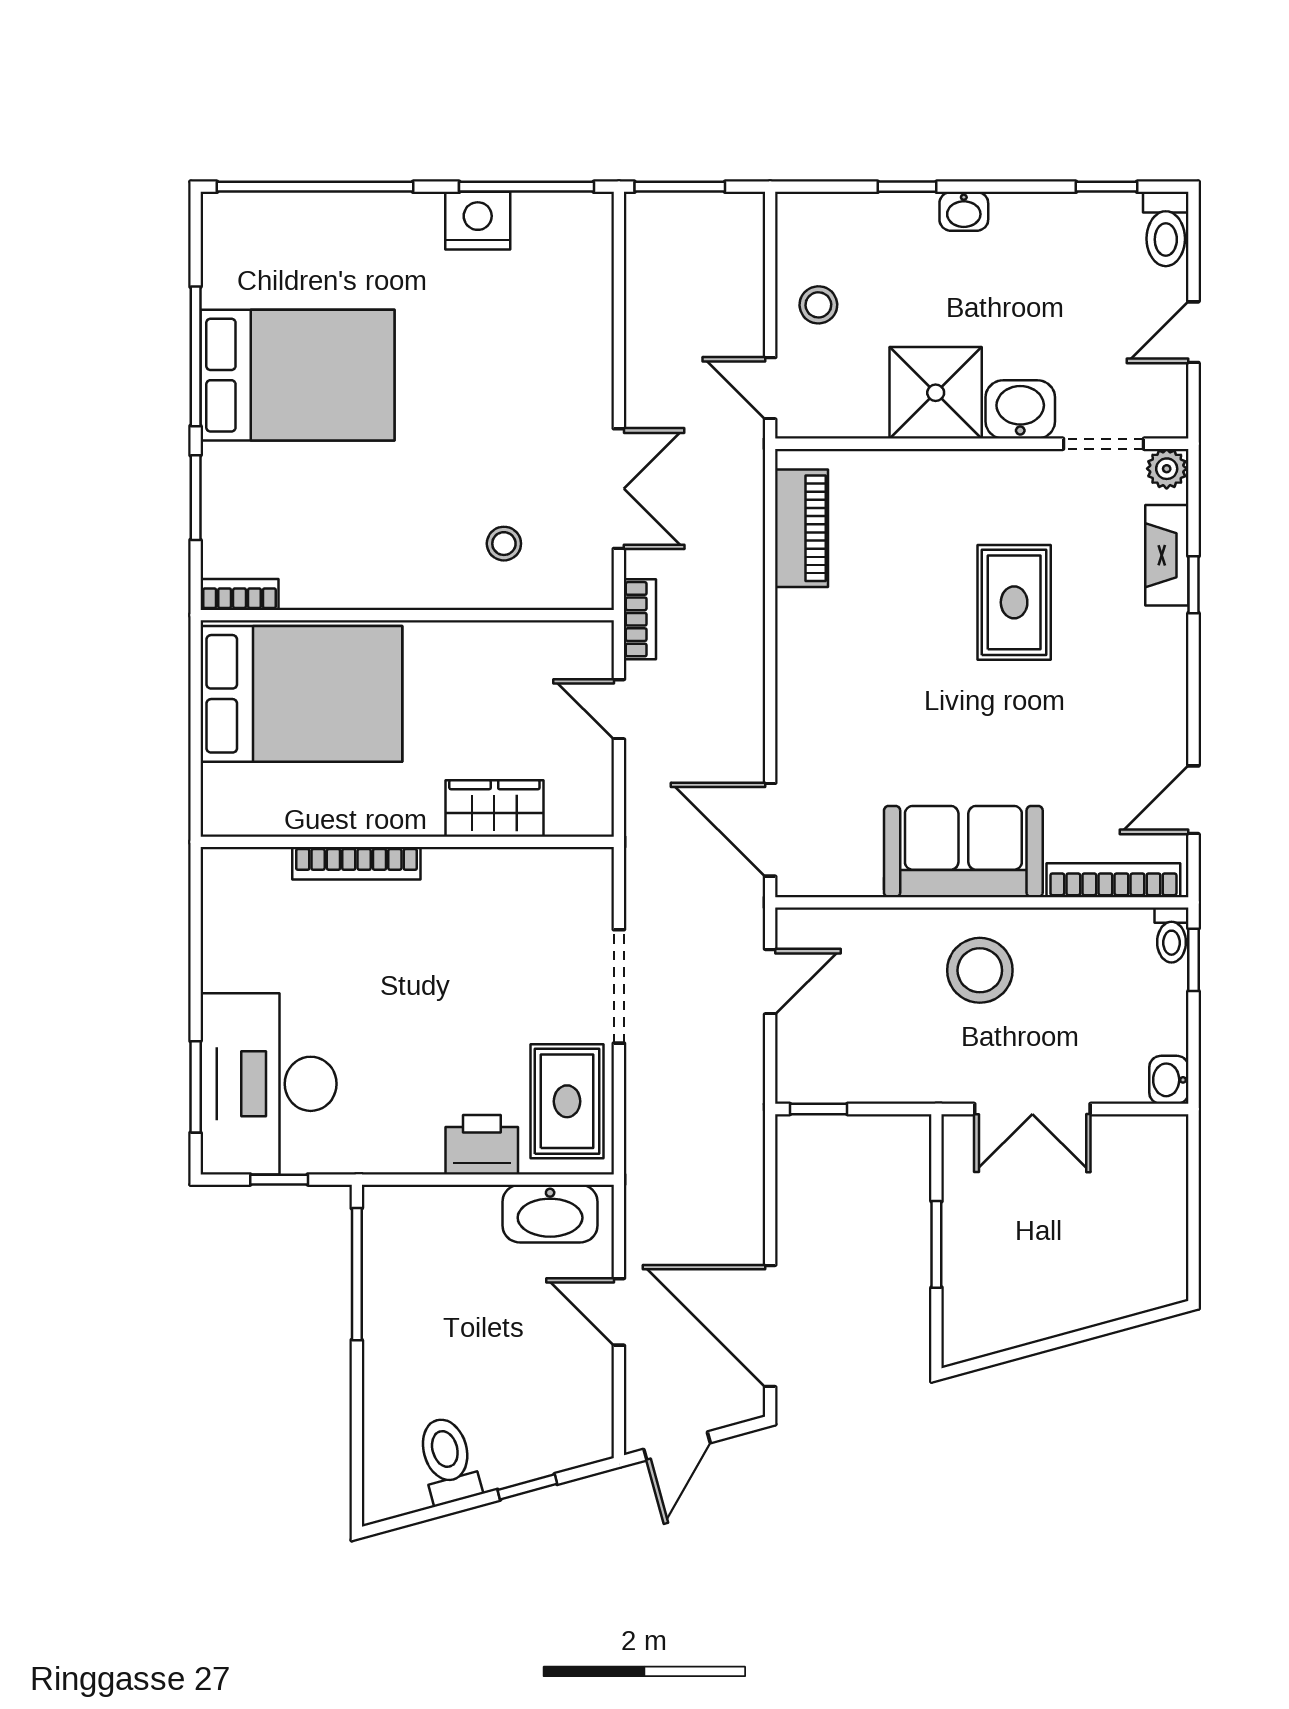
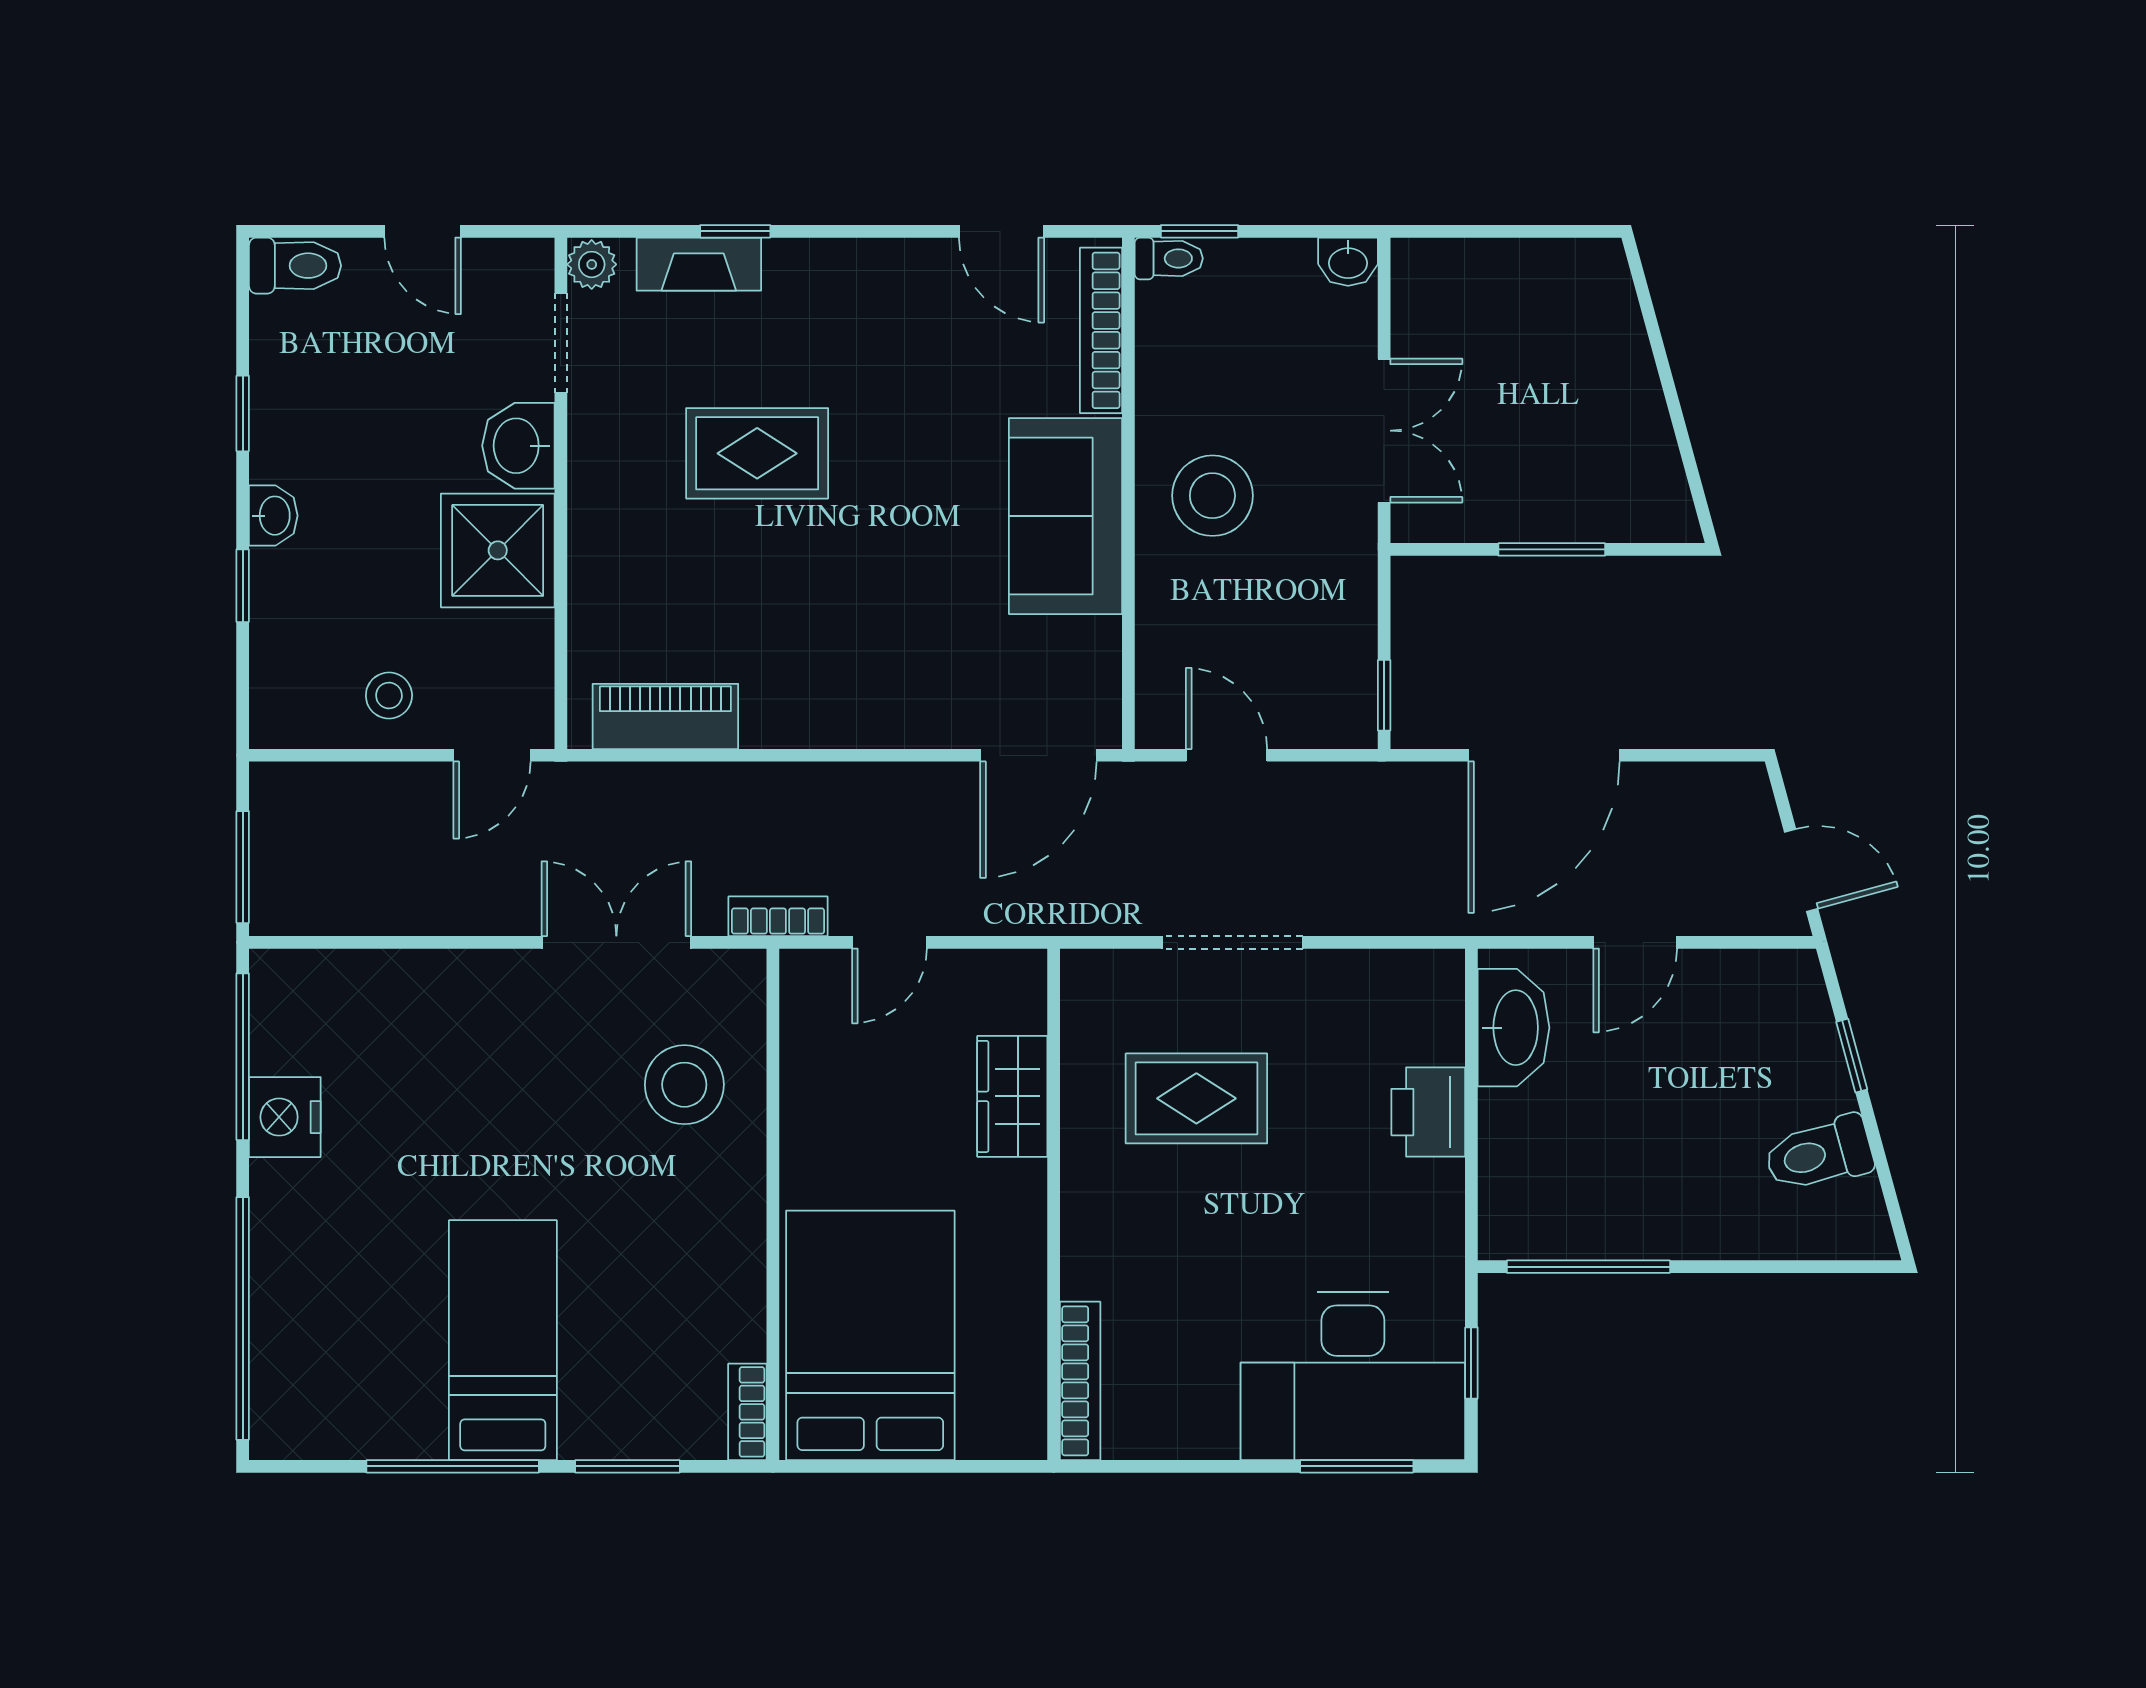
window: (1107, 187) -> (243, 413), moved
bed: (297, 375) -> (503, 1340), width x0.67
stool: (504, 544) -> (684, 1085), width x1.89, depth x1.89
bookcase: (356, 863) -> (1080, 1381), moved
rug: (567, 1101) -> (1196, 1098), moved
door: (770, 1326) -> (1544, 755), moved

